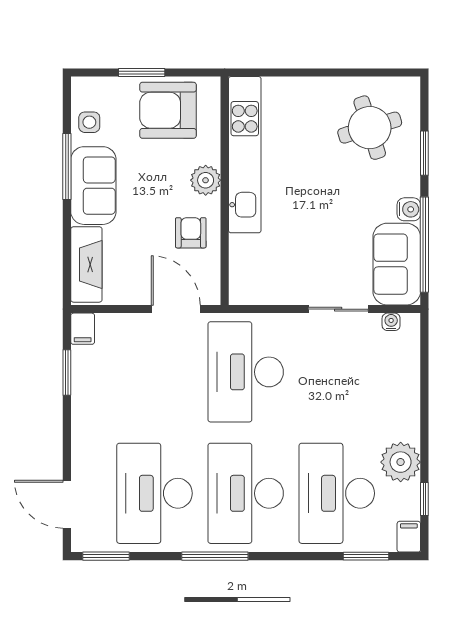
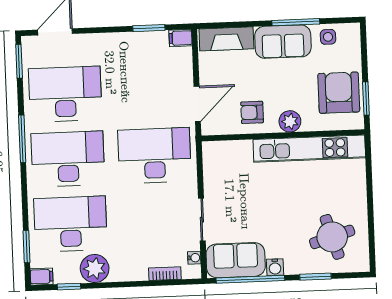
window: (142, 72) -> (366, 98), moved
armchair: (191, 233) -> (252, 112), turned 180
bookcase: (412, 364) -> (165, 274), added

